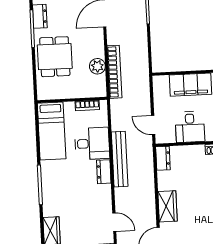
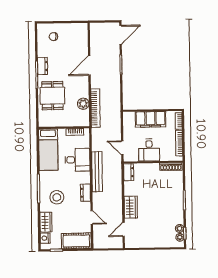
dresser: (104, 172) -> (85, 193), moved
stool: (65, 196) -> (57, 197), added

